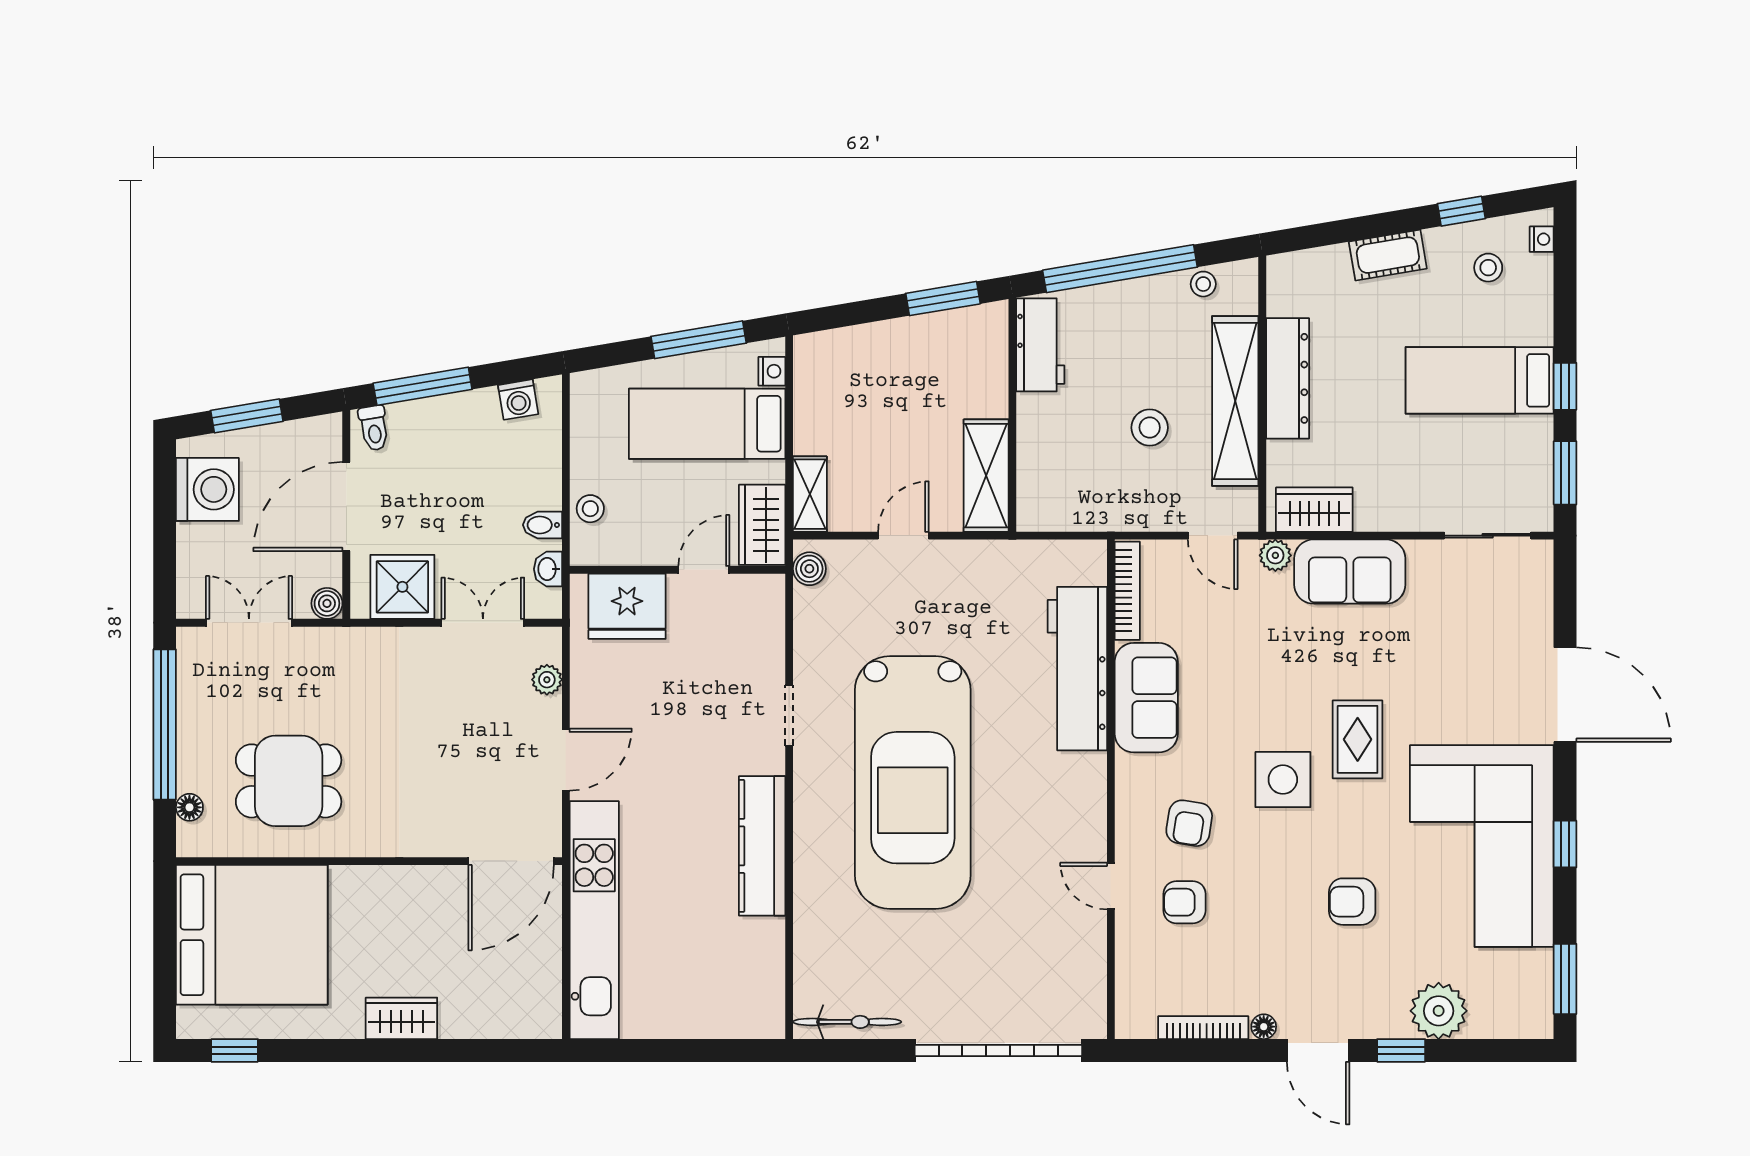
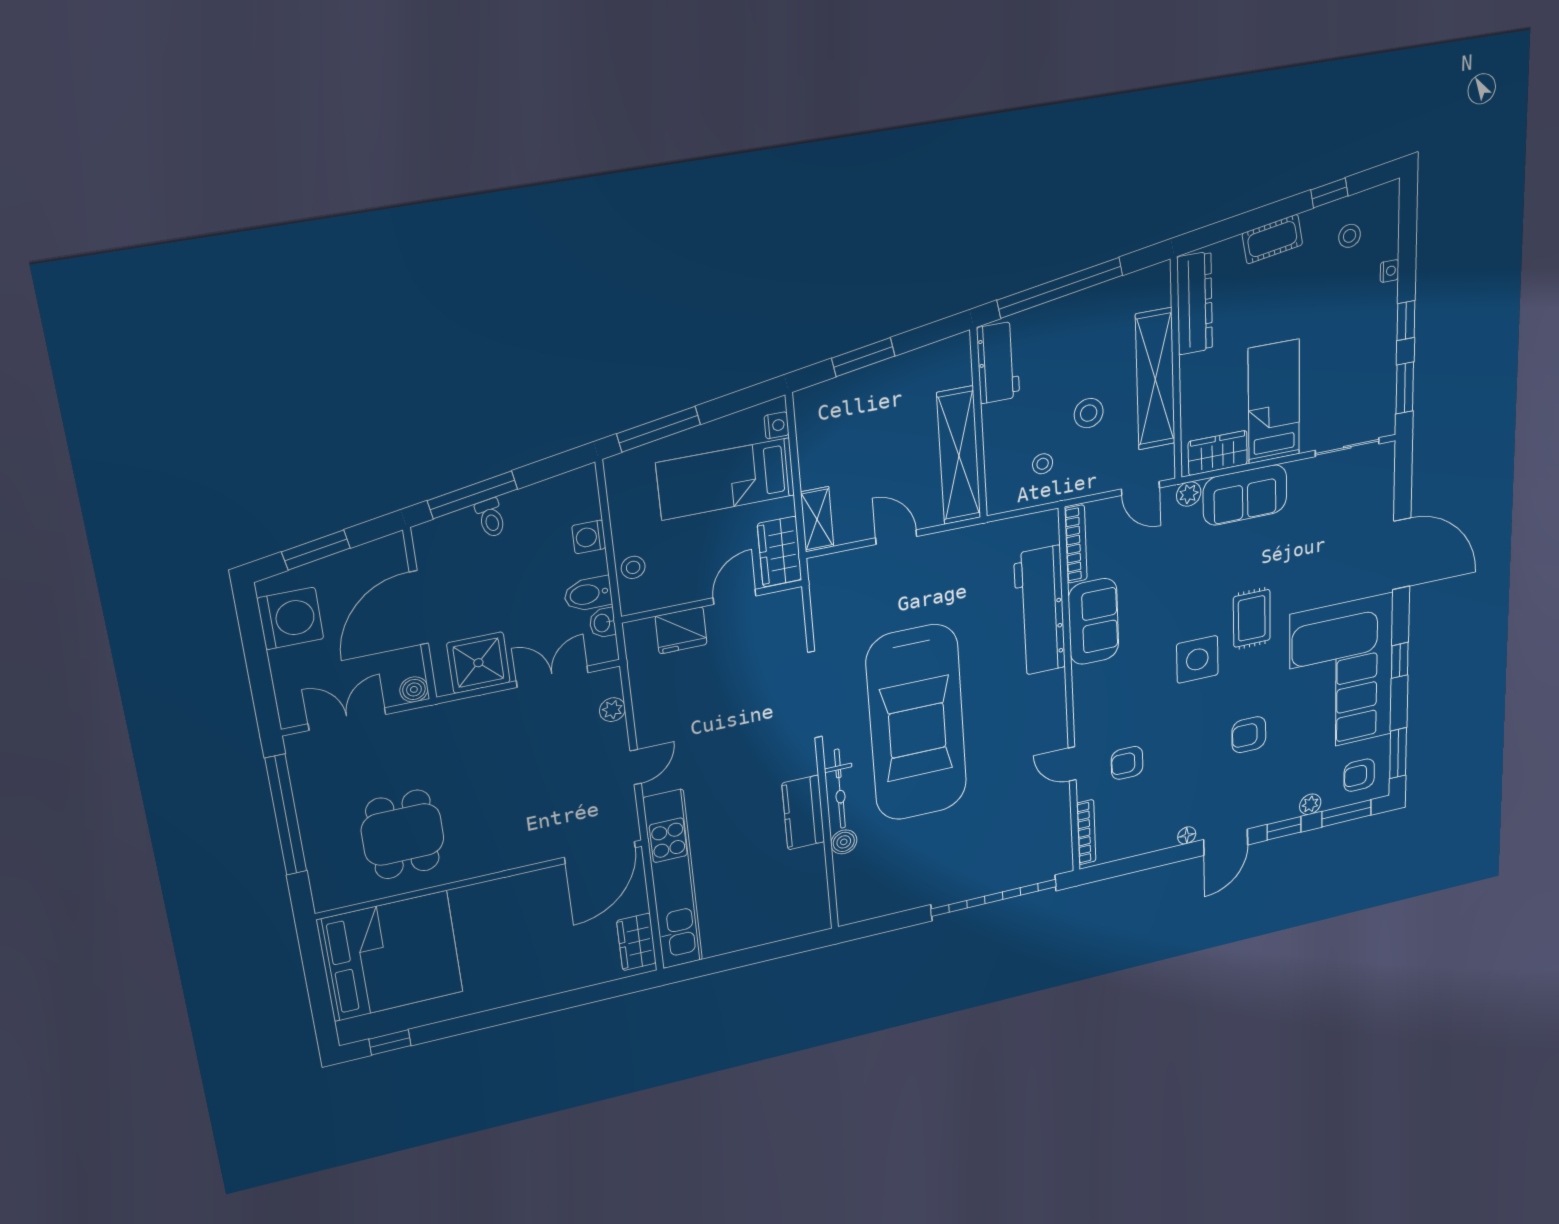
nightstand: (1542, 239) -> (1389, 271), moved
stool: (1203, 284) -> (1043, 464), moved
window: (943, 299) -> (863, 357), moved
window: (699, 340) -> (659, 429), moved
dresser: (1288, 378) -> (1195, 303), moved
bed: (1480, 380) -> (1274, 402), moved, turned 90
washing machine: (518, 400) -> (589, 537), moved, turned 100
toilet: (374, 428) -> (491, 518), moved
shelving: (986, 476) -> (959, 456), width x1.47
bidet: (542, 525) -> (588, 594), width x1.38, depth x1.36
door: (903, 536) -> (896, 537), hinge flipped
boiler: (809, 569) -> (844, 842), moved
fridge: (627, 606) -> (681, 630), width x0.73, depth x0.75
doorway: (789, 716) -> (815, 695), width x1.88
door: (566, 760) -> (636, 767), width x0.73
dining table: (289, 781) -> (403, 835), turned 90
floor lamp: (189, 807) -> (320, 874), removed
armchair: (1189, 823) -> (1359, 775), moved, turned 81
kitchen counter: (762, 846) -> (803, 813), width x0.67
plant: (1439, 1011) -> (1310, 804), width x0.53, depth x0.53
wardrobe: (401, 1018) -> (636, 942), moved, turned -90
bicycle: (847, 1022) -> (840, 789), moved, turned 90
bookcase: (1203, 1028) -> (1086, 832), moved, turned 90
door: (1318, 1050) -> (1226, 842), hinge flipped
window: (1491, 1050) -> (1346, 813), added

